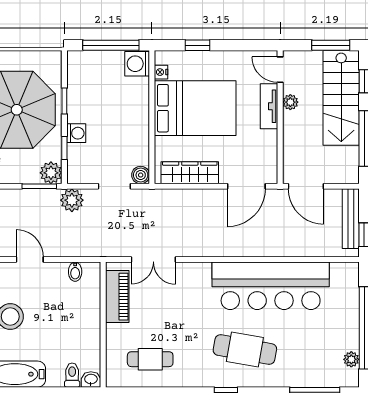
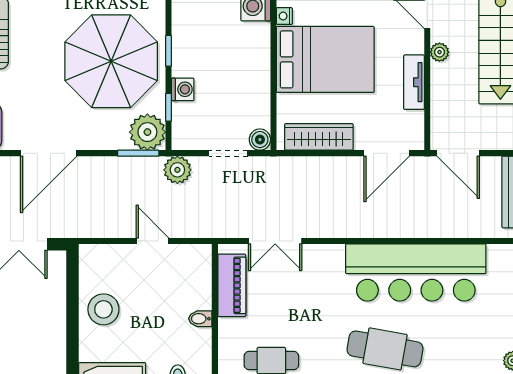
tv unit: (269, 106) -> (414, 82), moved
plant: (51, 173) -> (147, 132), width x1.36, depth x1.36
door: (30, 260) -> (153, 241), moved
bidet: (75, 272) -> (200, 319), moved, turned 90

